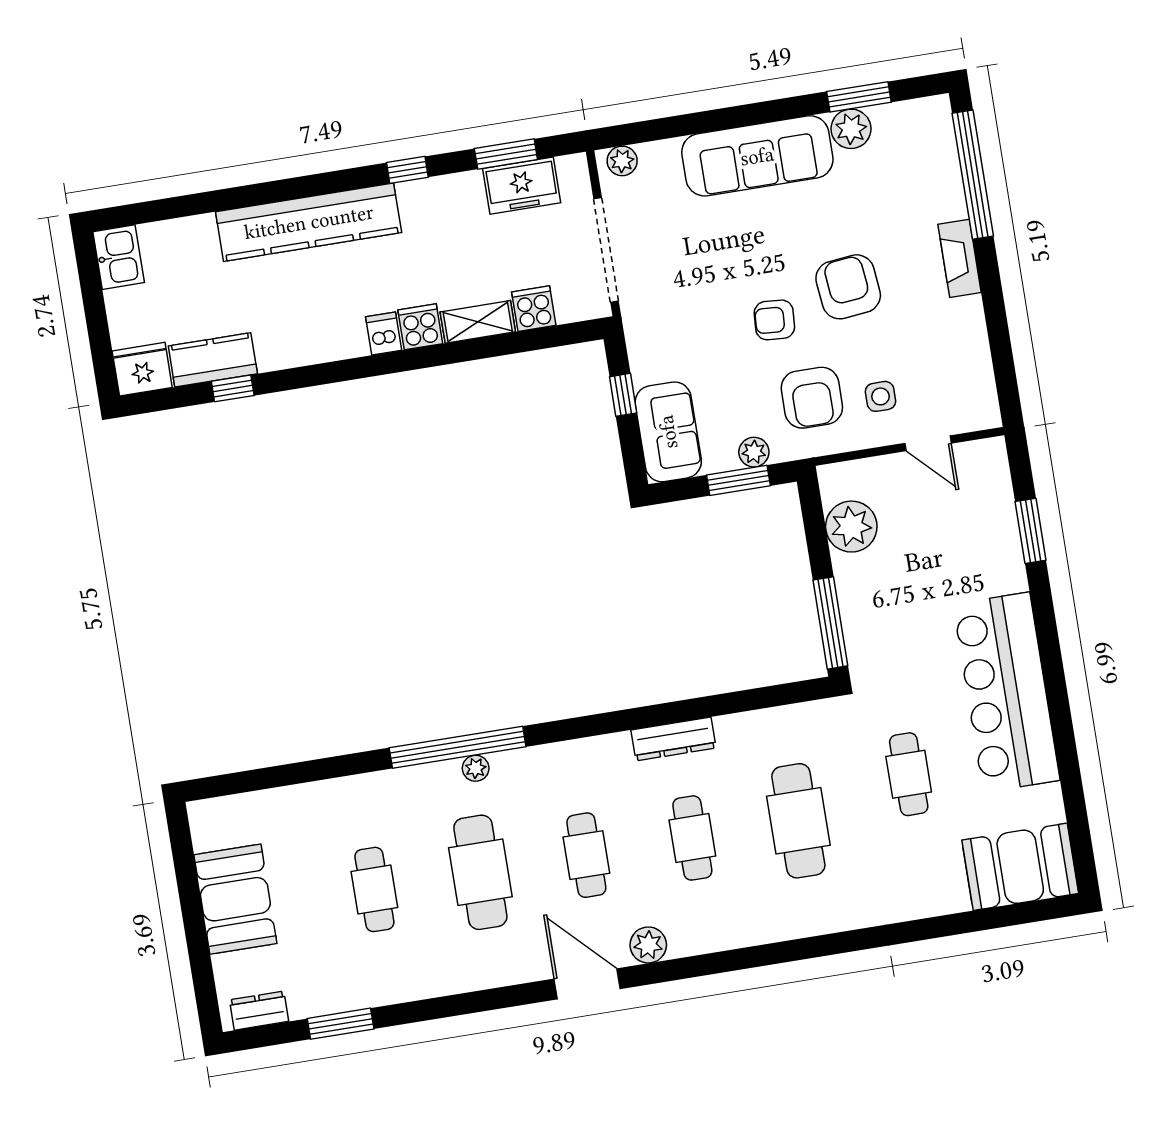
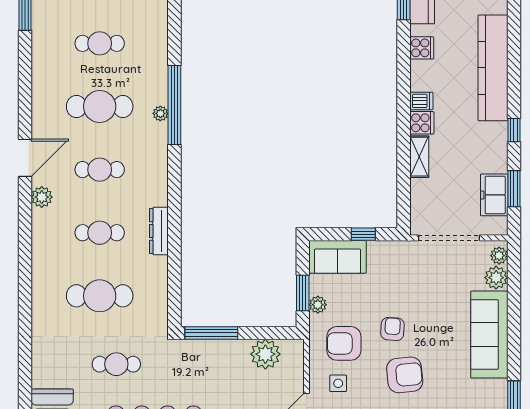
plant: (851, 129) -> (496, 278), moved
cooker: (534, 309) -> (422, 48), moved

